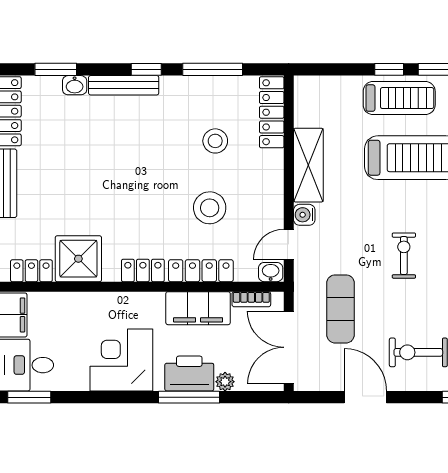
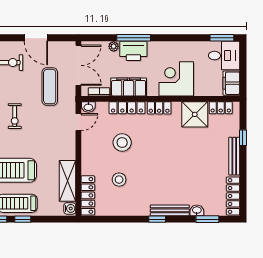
window: (213, 69) -> (120, 219), removed
shelving: (308, 165) -> (67, 181), moved
water cooler: (304, 215) -> (70, 208), moved
corner desk: (121, 360) -> (176, 79), moved, turned 180

